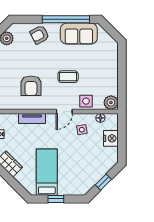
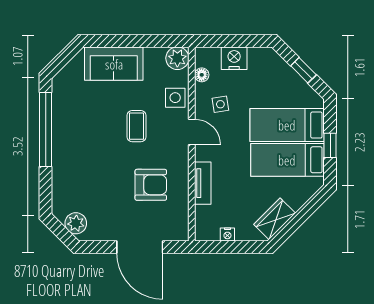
sofa: (79, 34) -> (114, 64), moved, turned 90
armchair: (39, 35) -> (70, 171), removed
bed: (69, 172) -> (287, 125), added

